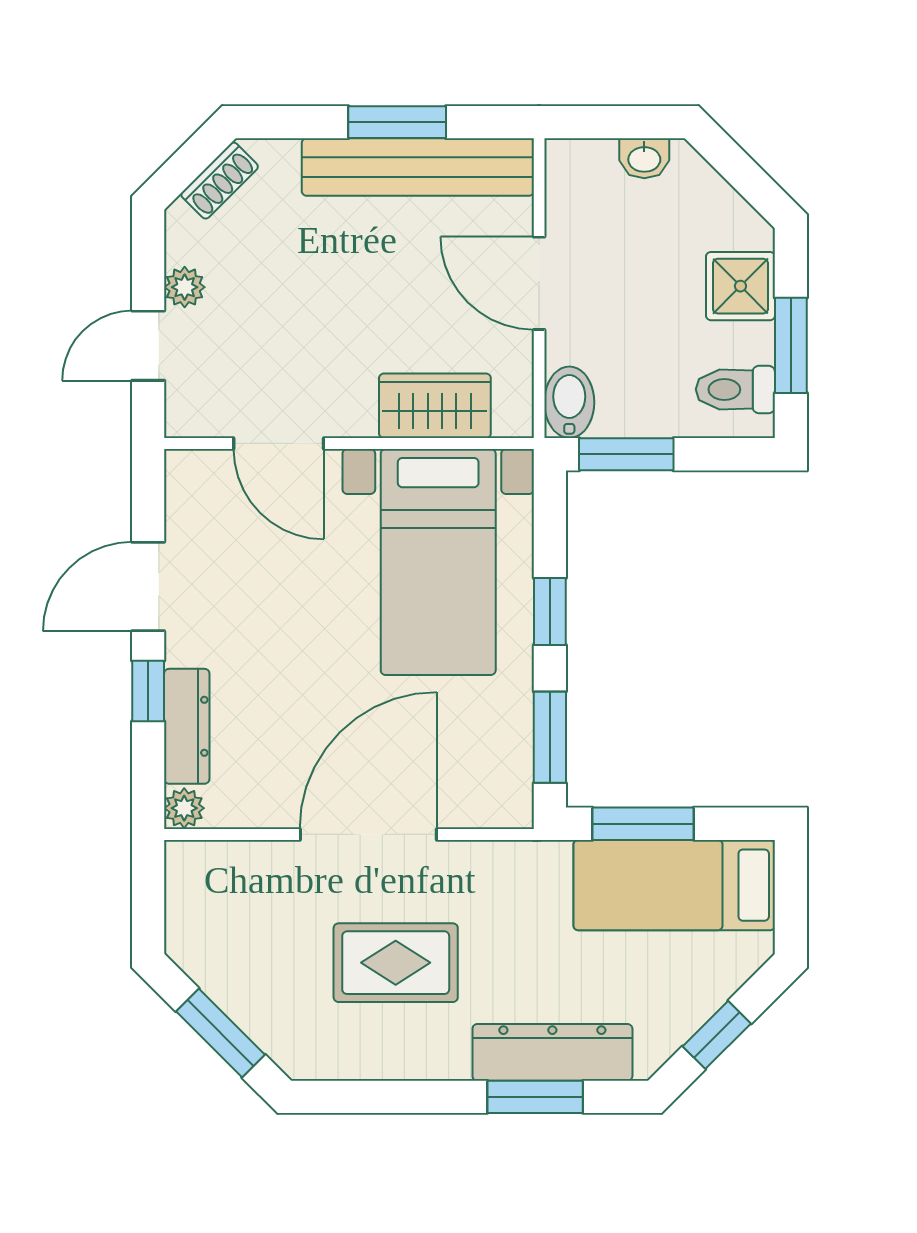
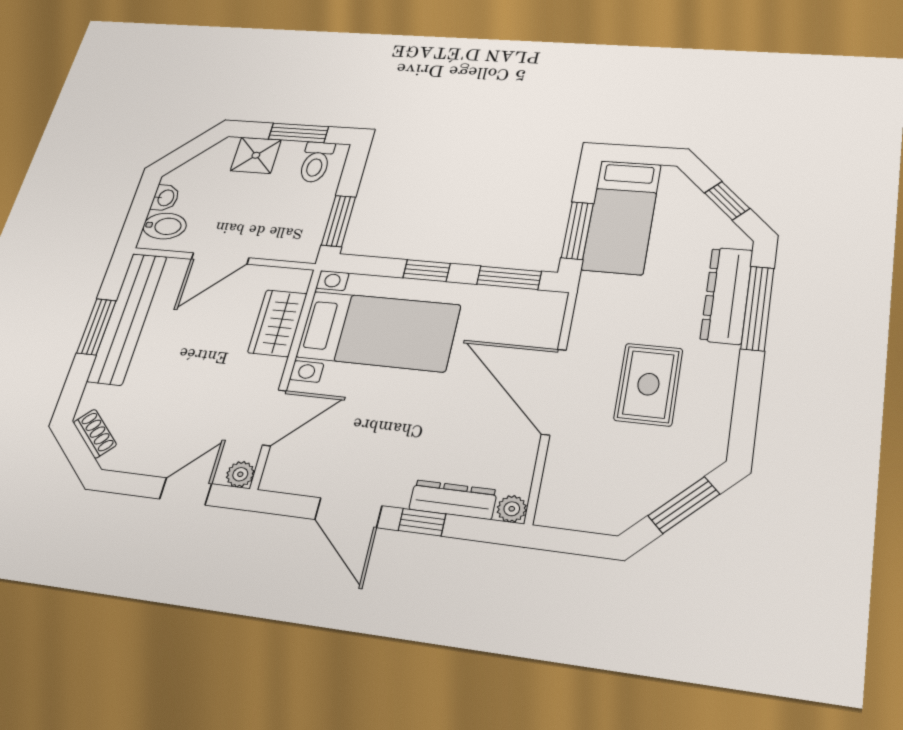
plant: (185, 287) -> (240, 474), moved
door: (148, 346) -> (186, 491), swing flipped
bidet: (569, 402) -> (165, 226), moved, turned 180
window: (535, 1097) -> (757, 308), width x1.44

